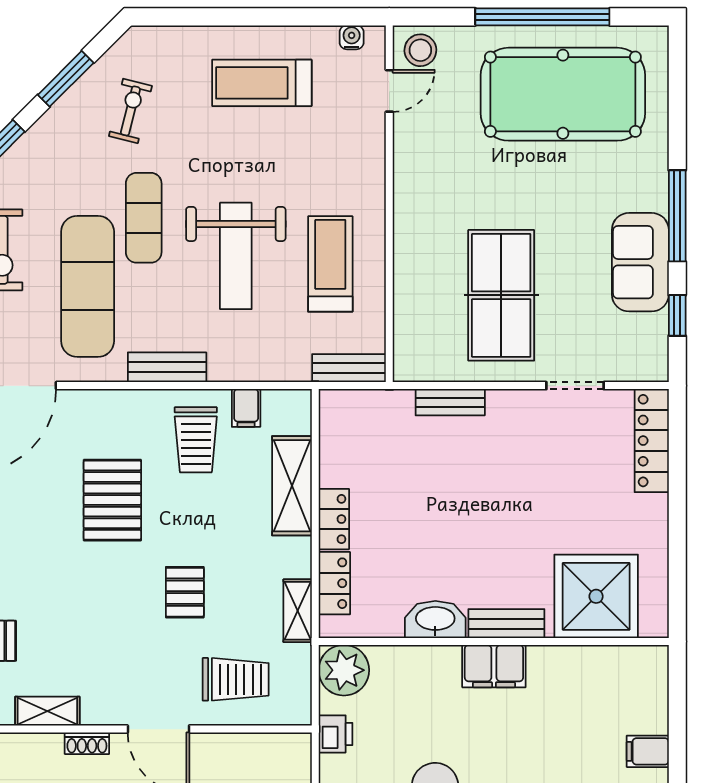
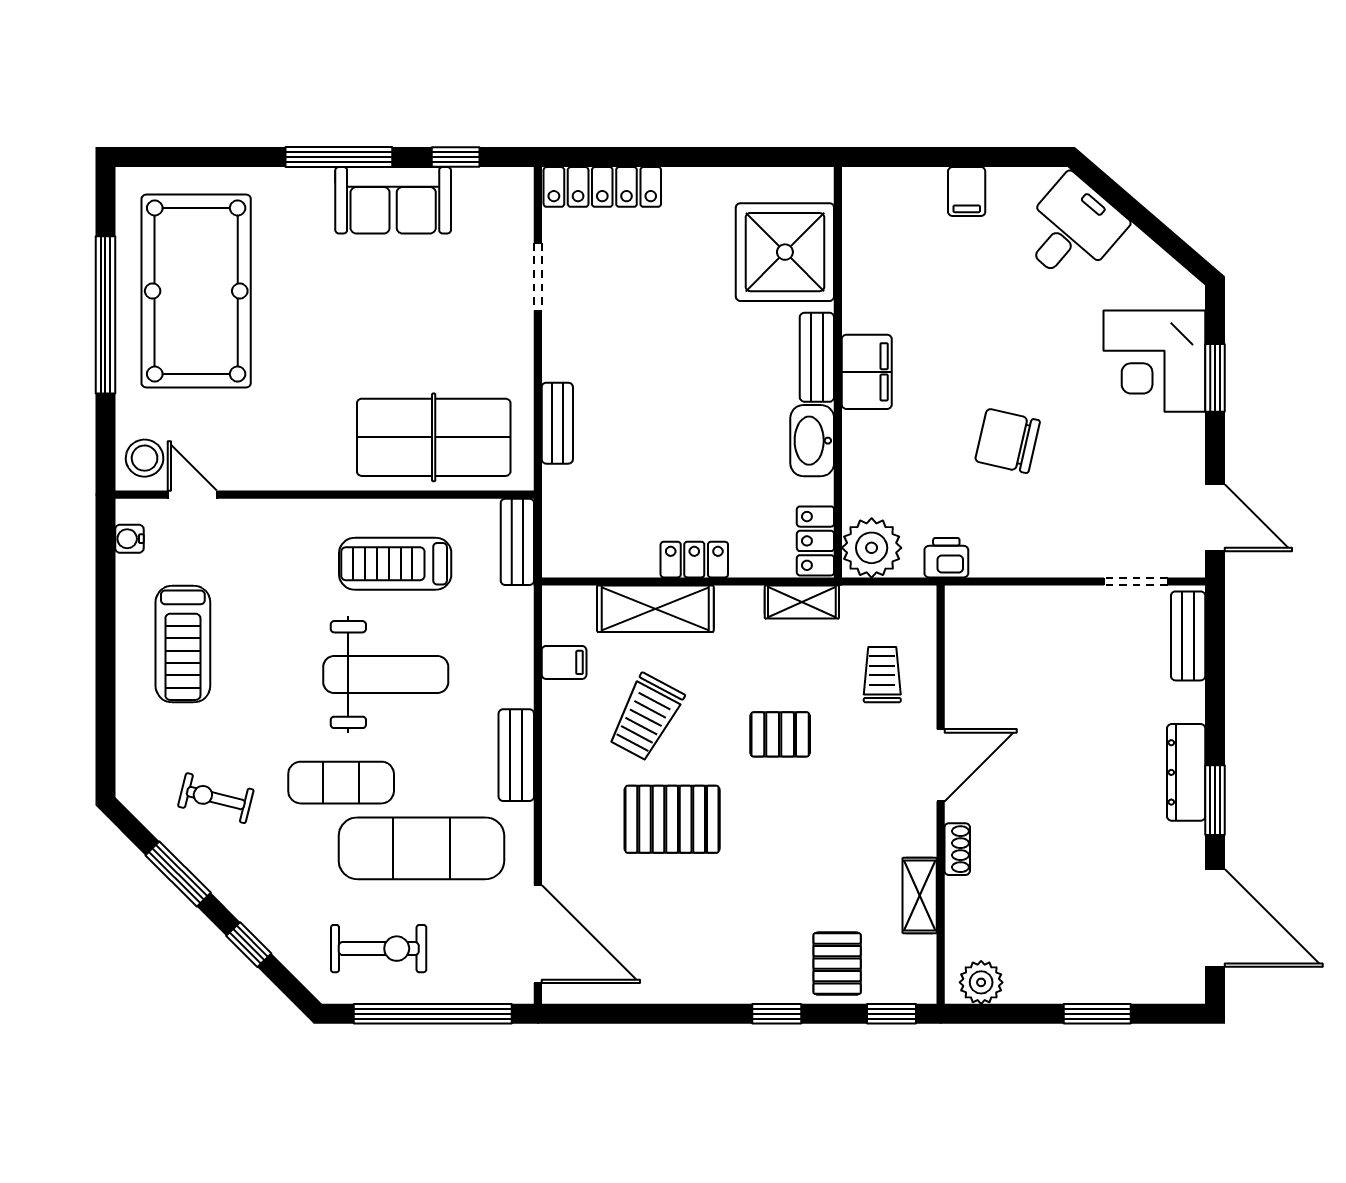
table tennis table: (501, 295) -> (434, 437), moved
trolley: (196, 440) -> (646, 717), moved, turned 118
locker: (334, 583) -> (815, 541), moved, turned -90
trolley: (236, 679) -> (882, 675), width x0.73, depth x0.72

